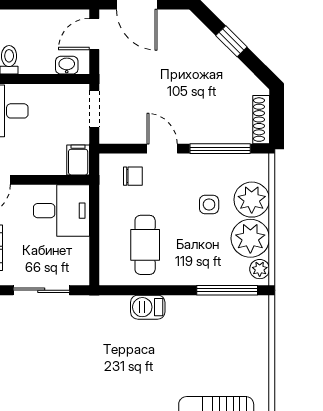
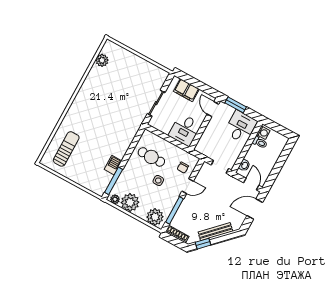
window: (231, 41) -> (203, 244), moved
bench: (218, 52) -> (215, 232), added
filing cabinet: (78, 160) -> (202, 148), removed
plant: (252, 200) -> (155, 217), moved
side table: (209, 204) -> (158, 180), moved
barbecue: (148, 307) -> (113, 165), moved

